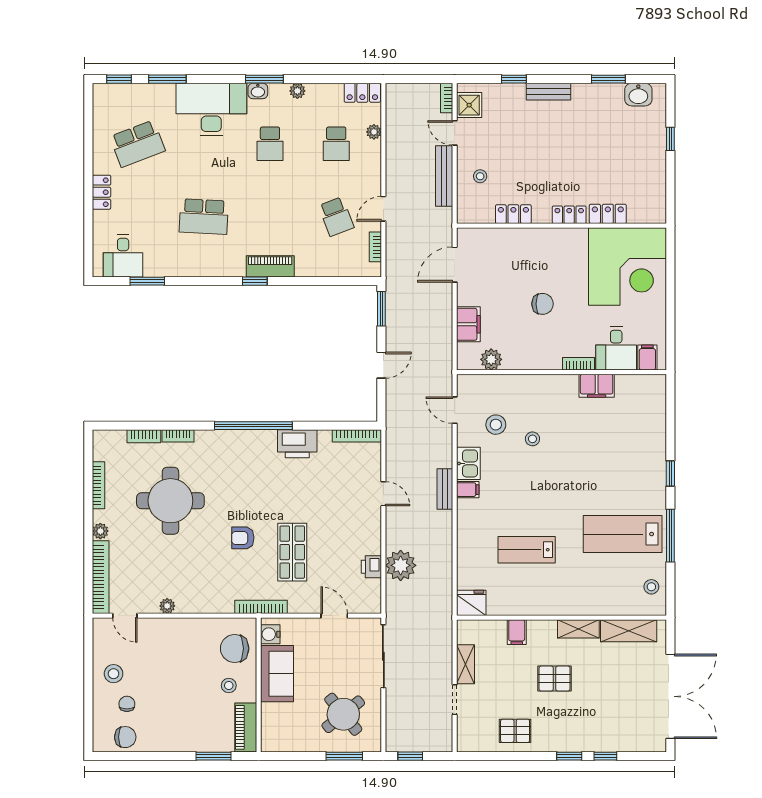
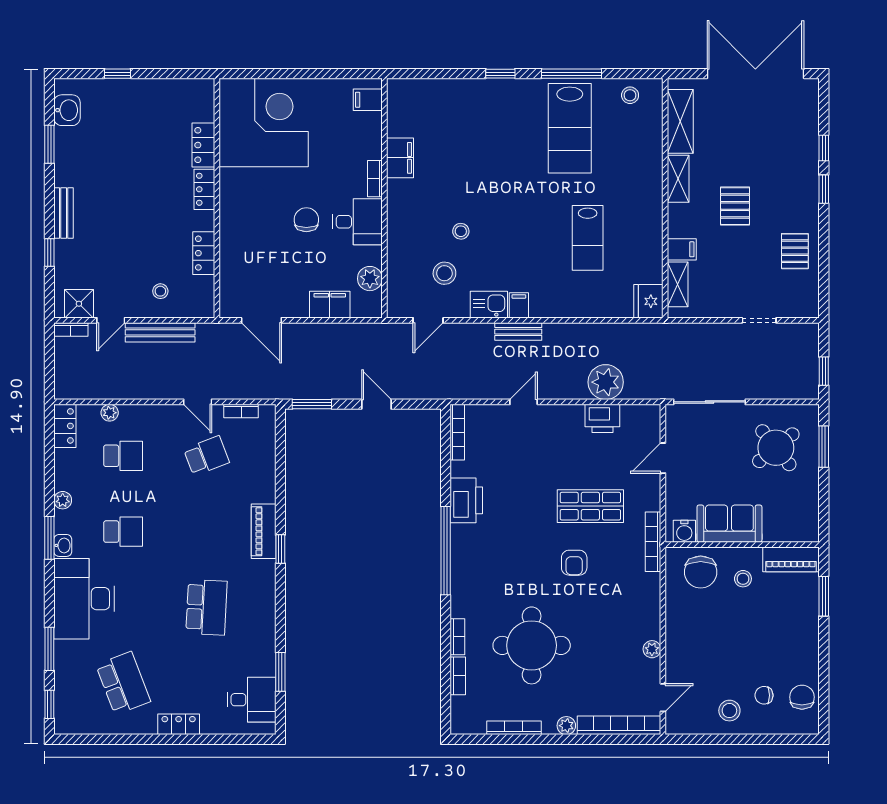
desk: (616, 348) -> (357, 222), moved
printer: (371, 567) -> (602, 418), width x1.36, depth x1.24
shelving: (465, 664) -> (678, 284), moved, turned 90

